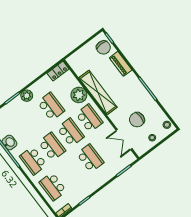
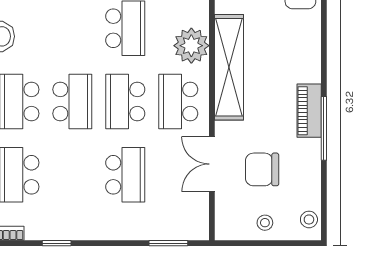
piano: (121, 64) -> (309, 111), moved
school desk: (89, 118) -> (178, 102), turned 180
school desk: (71, 132) -> (125, 102), turned 180
double door: (124, 139) -> (212, 164), moved

